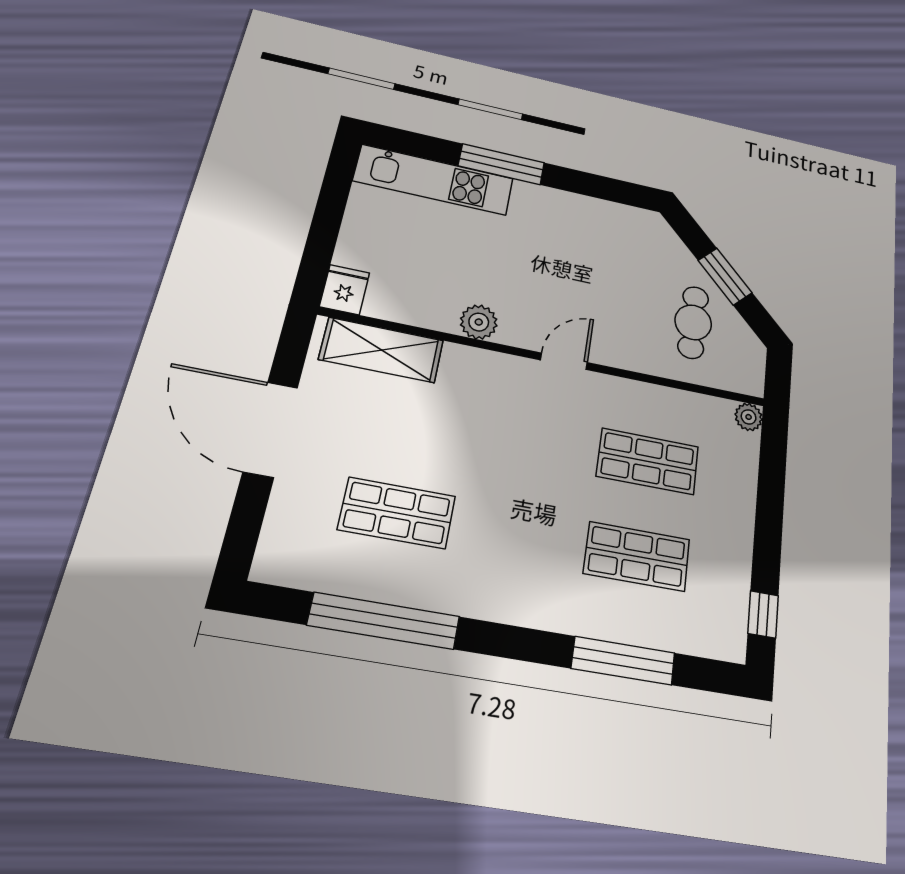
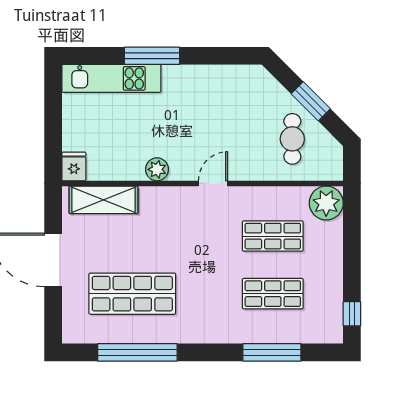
plant: (749, 417) -> (326, 203), width x1.88, depth x1.88
shop shelf: (397, 513) -> (132, 294), width x1.43, depth x1.36

